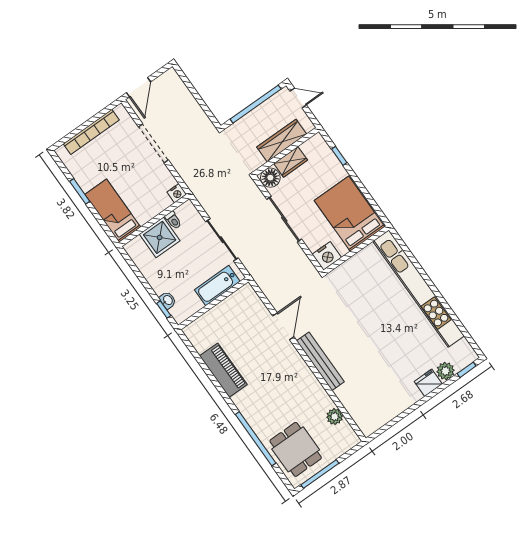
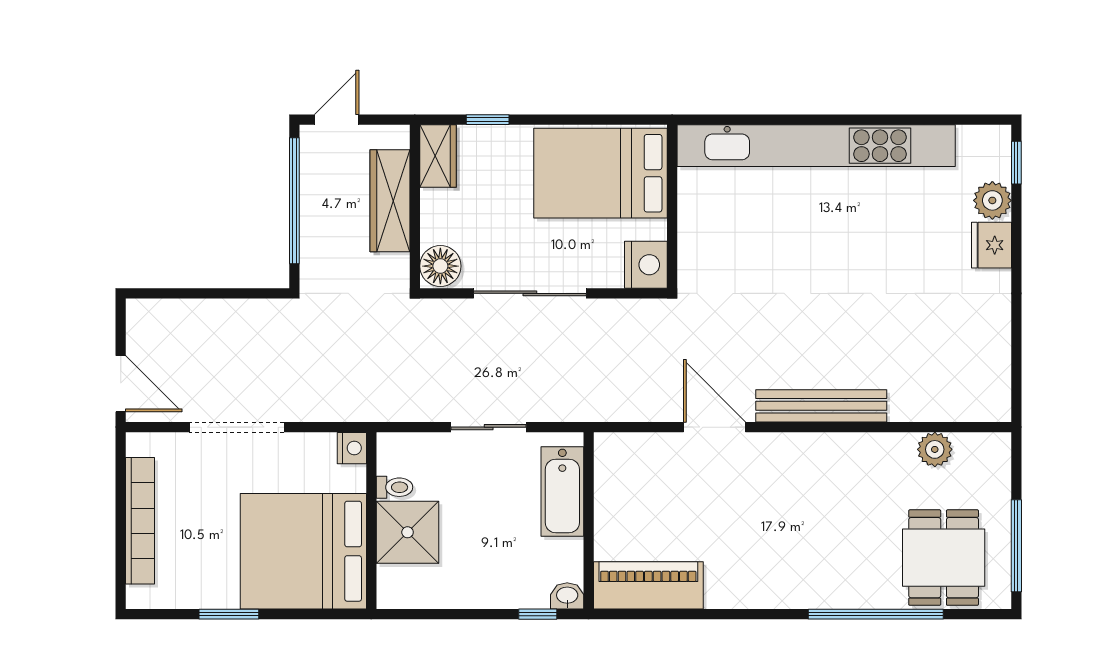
wardrobe: (291, 162) -> (438, 156), moved
bed: (113, 211) -> (303, 551), width x2.04
sliding door: (222, 240) -> (489, 427), width x0.73
washbasin: (168, 300) -> (567, 596), moved
piano: (223, 370) -> (648, 585), moved
dining table: (296, 449) -> (944, 558), turned 90

